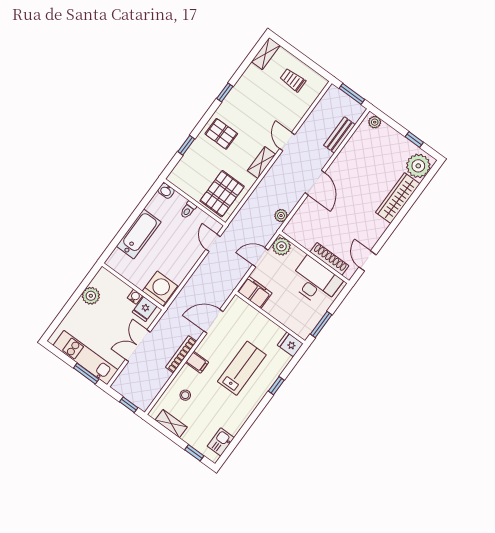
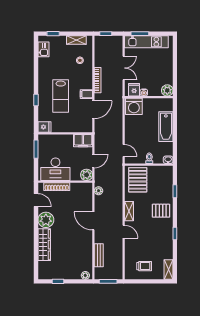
plant: (418, 166) -> (46, 220), moved
plant: (91, 296) -> (167, 90), moved
filing cabinet: (197, 362) -> (86, 94), moved

